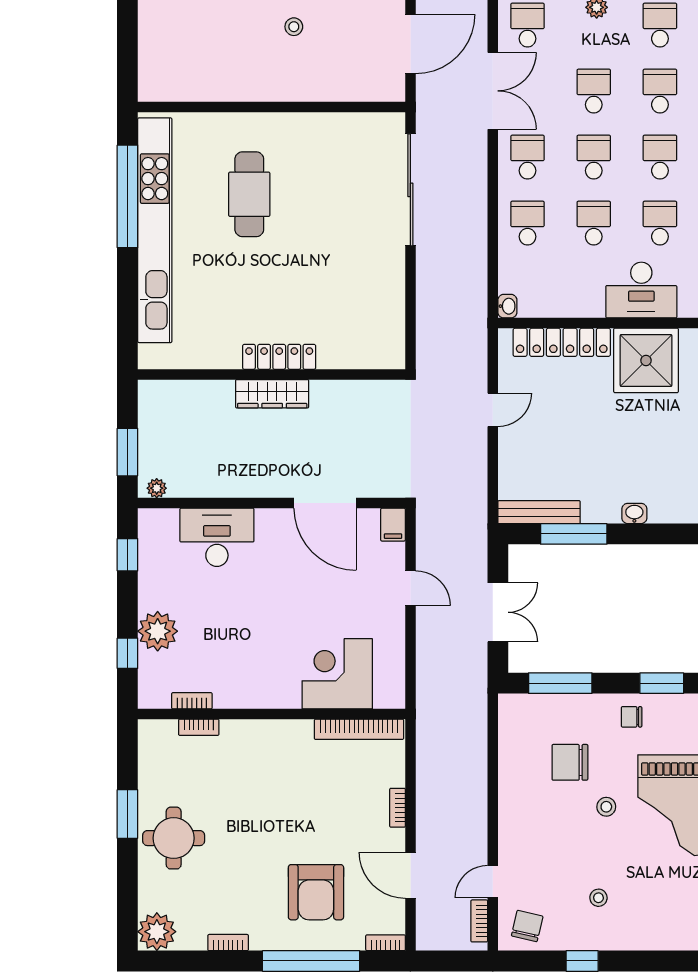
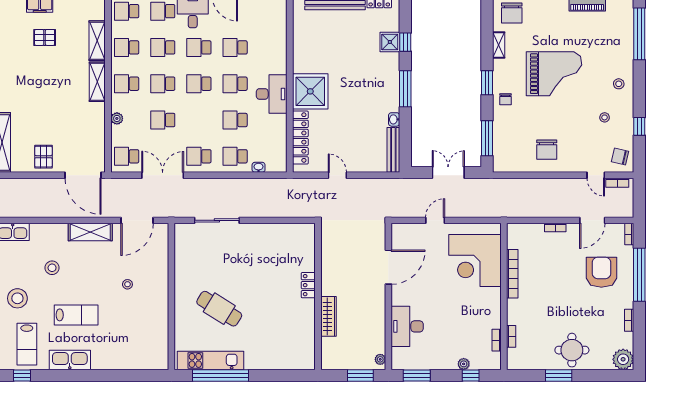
door: (410, 44) -> (137, 220), swing flipped
school desk: (594, 157) -> (199, 120), removed
sliding door: (410, 190) -> (217, 220), width x0.73
cafe table: (249, 194) -> (219, 309), turned 32
kitchen unit: (155, 230) -> (211, 360), width x0.54
washbasin: (507, 306) -> (259, 167), moved
locker: (279, 357) -> (308, 285), width x0.66
wardrobe: (272, 394) -> (329, 316), moved
washbasin: (634, 513) -> (394, 119), moved
filing cabinet: (393, 525) -> (400, 230), removed
window: (574, 534) -> (405, 89), moved
window: (127, 555) -> (417, 375), width x1.50
plant: (158, 631) -> (464, 364), width x0.53, depth x0.53
corner desk: (337, 674) -> (475, 261), width x1.36, depth x1.36
bookcase: (359, 729) -> (512, 274), moved
chair: (570, 762) -> (547, 150), moved
stool: (606, 807) -> (619, 84), moved
armchair: (316, 892) -> (601, 272), turned -90

